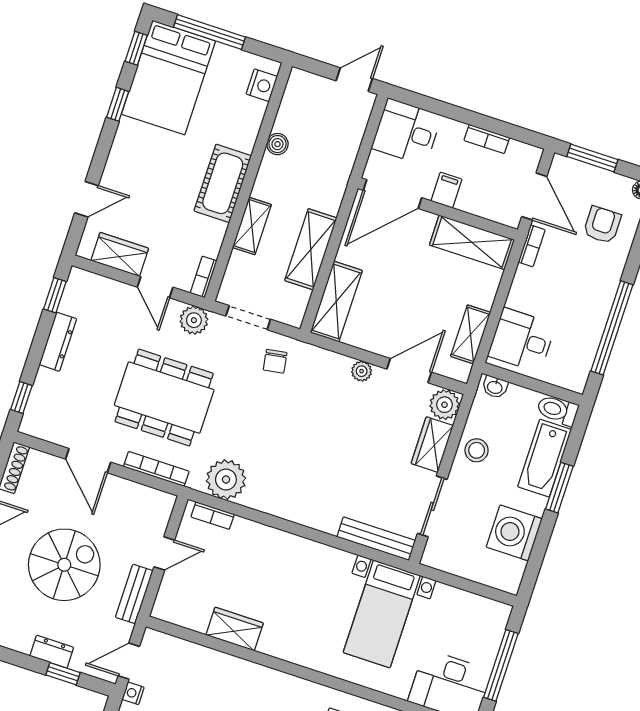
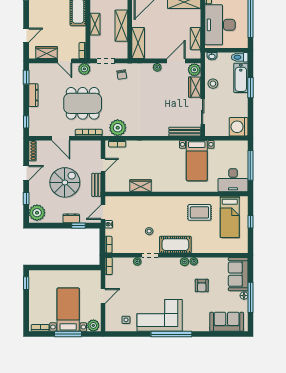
desk: (522, 340) -> (220, 25), width x1.87, depth x1.30
washing machine: (514, 533) -> (239, 127), moved

